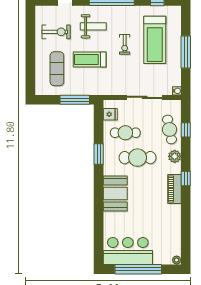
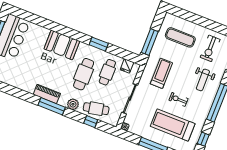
treadmill: (90, 59) -> (161, 73), moved
window: (186, 179) -> (52, 106), width x2.17

